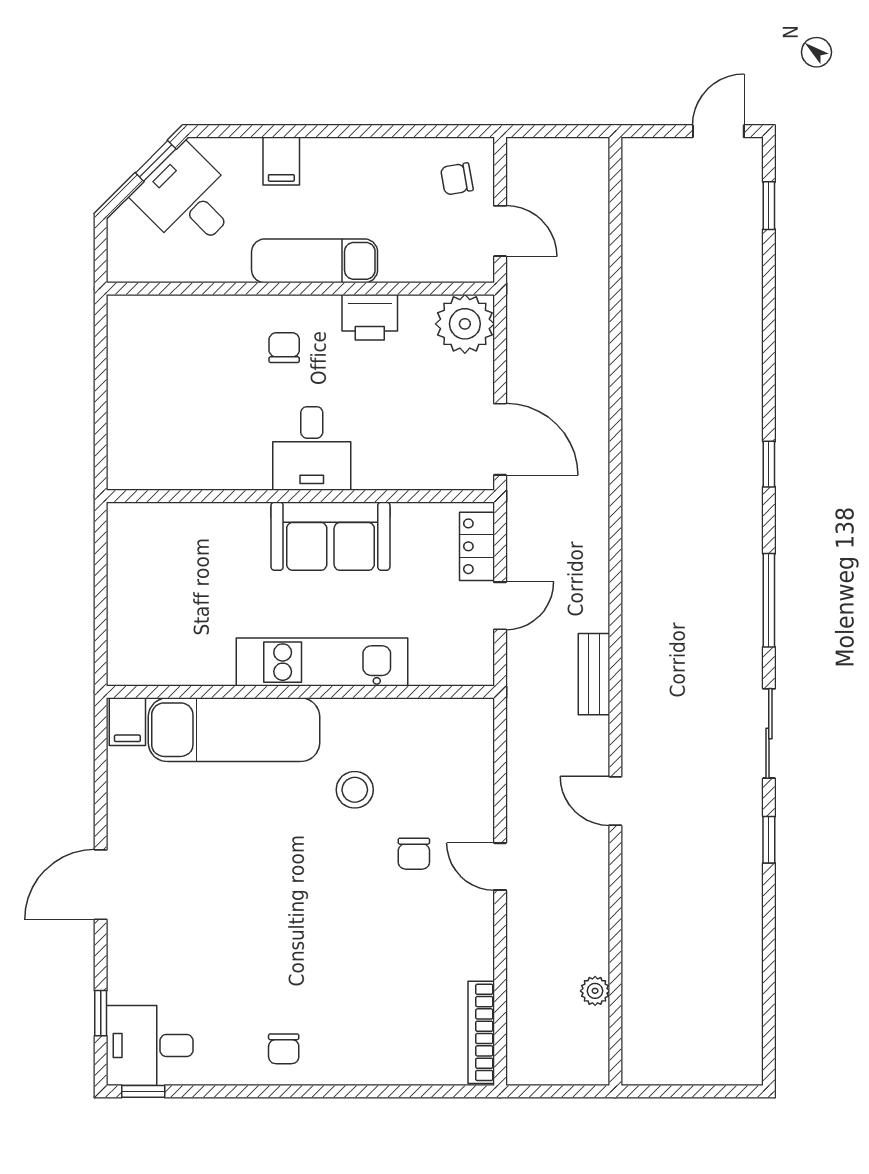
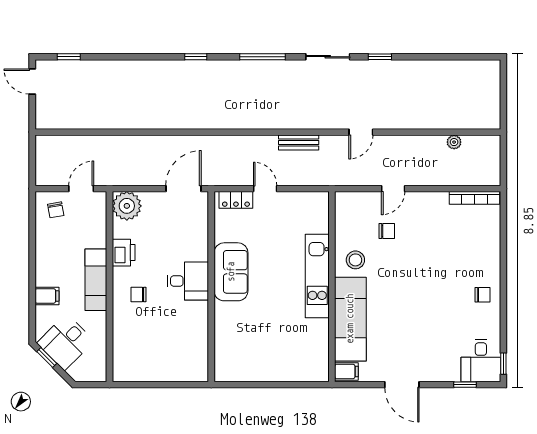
kitchen unit: (322, 662) -> (317, 276), moved
wall: (300, 692) -> (332, 287), moved
filing cabinet: (127, 722) -> (346, 371), moved
exam couch: (234, 730) -> (350, 319), moved

